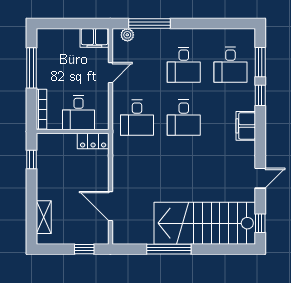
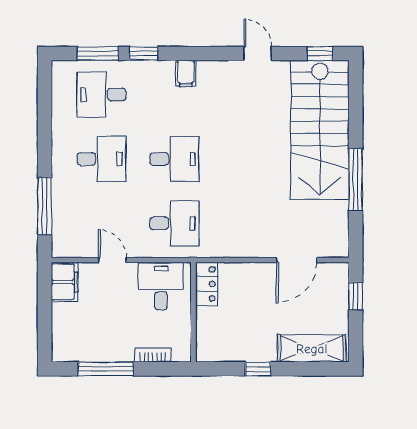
plant: (127, 35) -> (60, 237), removed
desk: (230, 65) -> (101, 95), turned 180
bookcase: (41, 109) -> (153, 355), width x0.64
desk: (78, 113) -> (161, 286), moved, turned -90
filing cabinet: (246, 126) -> (186, 73), width x0.50
window: (31, 159) -> (258, 369), moved
shelving: (44, 217) -> (312, 349), width x1.50, depth x1.33

